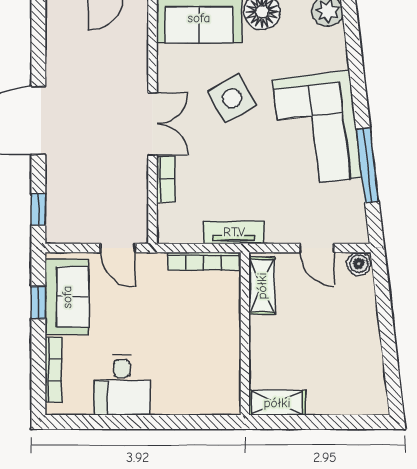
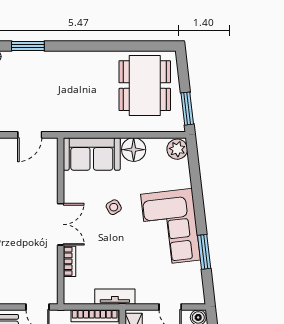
side table: (232, 98) -> (114, 207), width x0.54, depth x0.54
window: (368, 165) -> (204, 252), width x0.69

